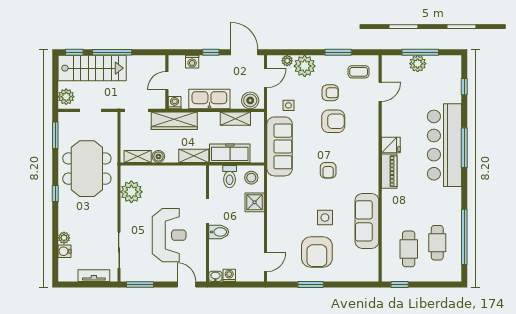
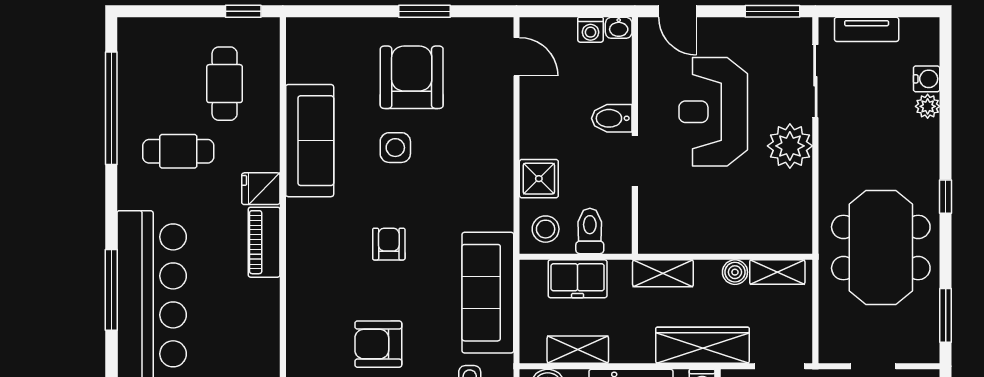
fridge: (391, 145) -> (261, 189), moved
freezer: (230, 153) -> (578, 279), width x0.71
plant: (131, 192) -> (790, 146), moved
cafe table: (437, 243) -> (178, 151), moved, turned 90
door: (265, 262) -> (517, 57), swing flipped

